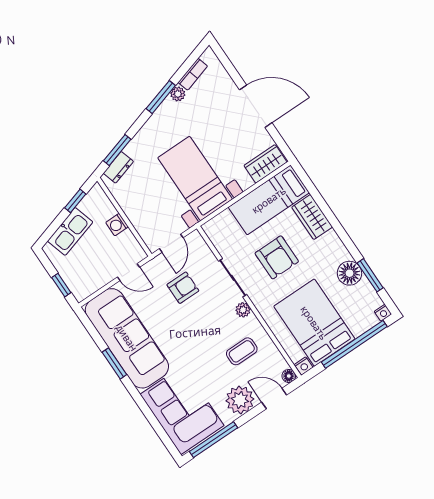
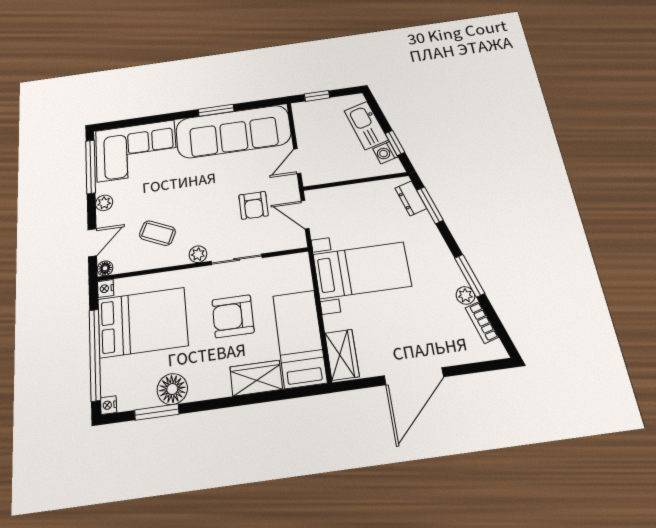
washing machine: (117, 225) -> (385, 153), moved, turned -106
coffee table: (242, 351) -> (157, 233), turned -66
plant: (240, 400) -> (104, 203), width x0.53, depth x0.53

